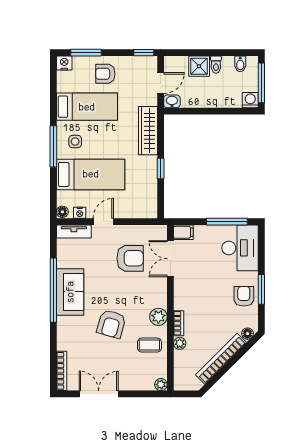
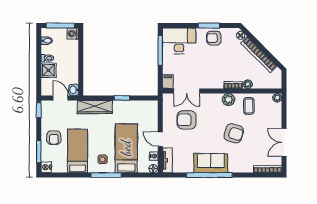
armchair: (130, 258) -> (187, 120), turned -90

